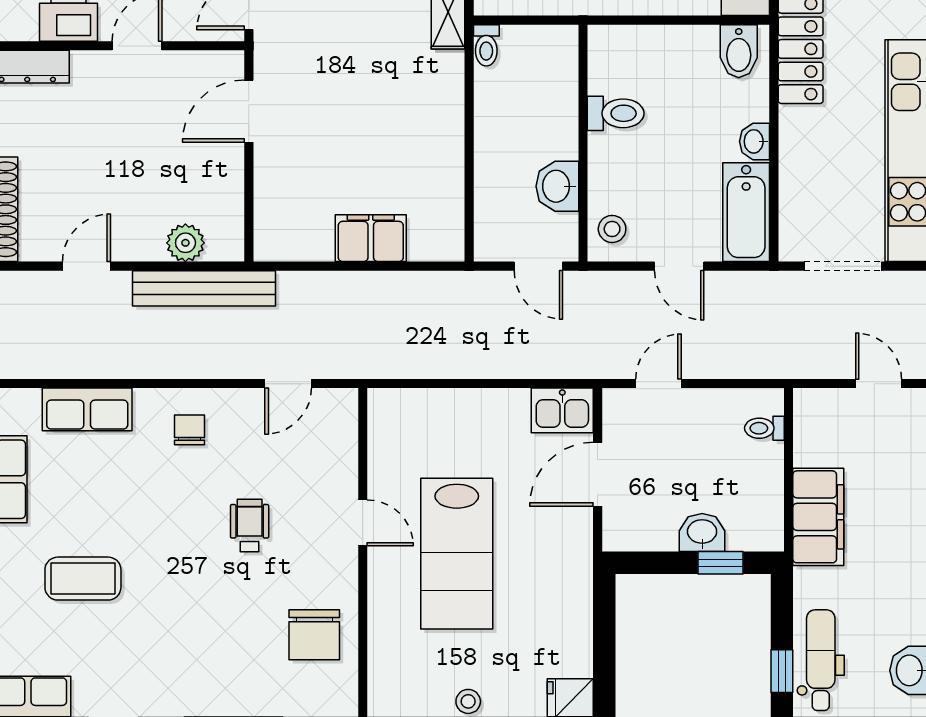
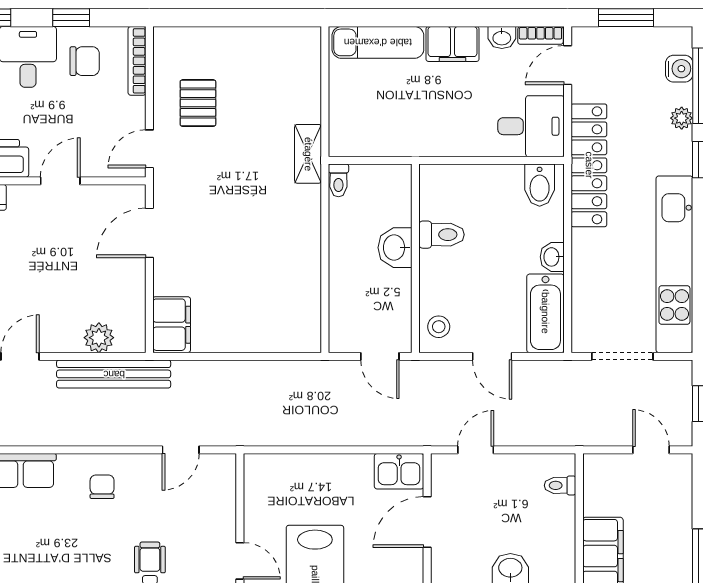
washbasin: (557, 186) -> (395, 248), moved
filing cabinet: (371, 238) -> (172, 325), moved, turned 90

